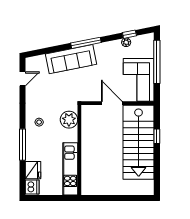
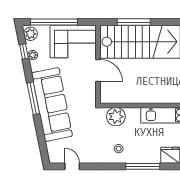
plant: (146, 40) -> (31, 34), added
sofa: (71, 59) -> (52, 104), width x1.36, depth x1.27
door: (112, 103) -> (98, 70), swing flipped
window: (157, 136) -> (134, 22), width x2.17

